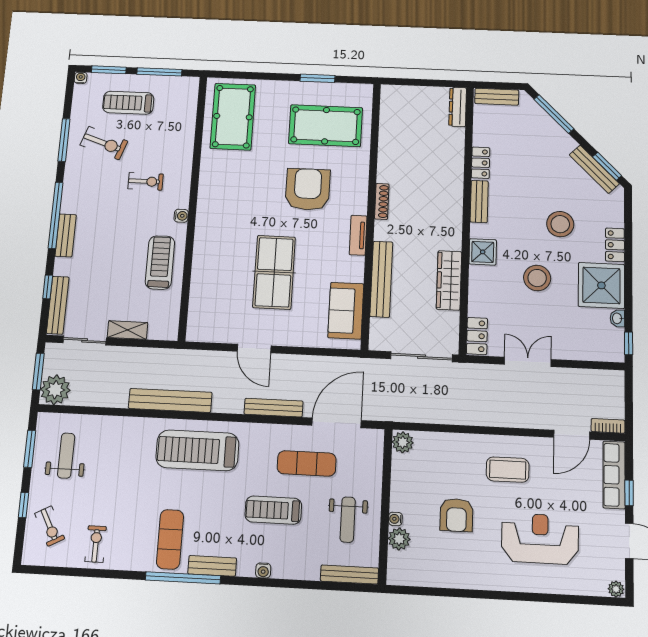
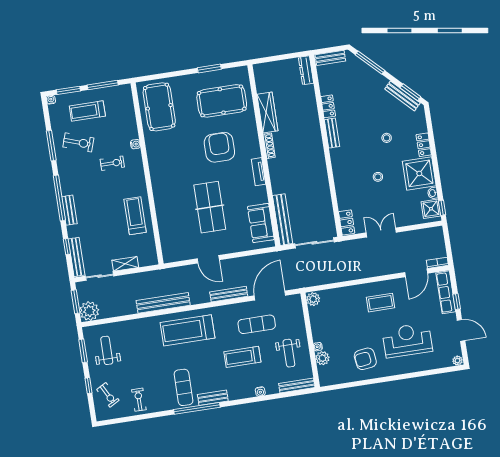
water cooler: (181, 216) -> (135, 144), moved
stool: (560, 224) -> (387, 138), width x0.53, depth x0.53
shower: (483, 252) -> (431, 209), moved
stool: (537, 278) -> (378, 177), width x0.53, depth x0.53
bench: (381, 279) -> (283, 220), moved
wardrobe: (449, 280) -> (267, 113), moved, turned 180
armchair: (456, 515) -> (365, 359), moved, turned 83
water cooler: (263, 570) -> (260, 391), moved

